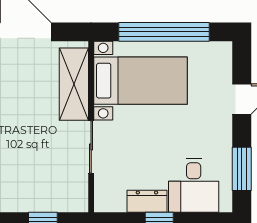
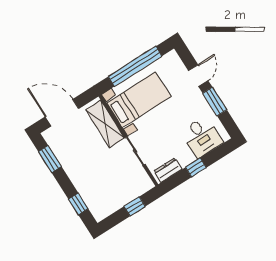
window: (242, 169) -> (215, 101), moved
dresser: (147, 201) -> (168, 170), moved

